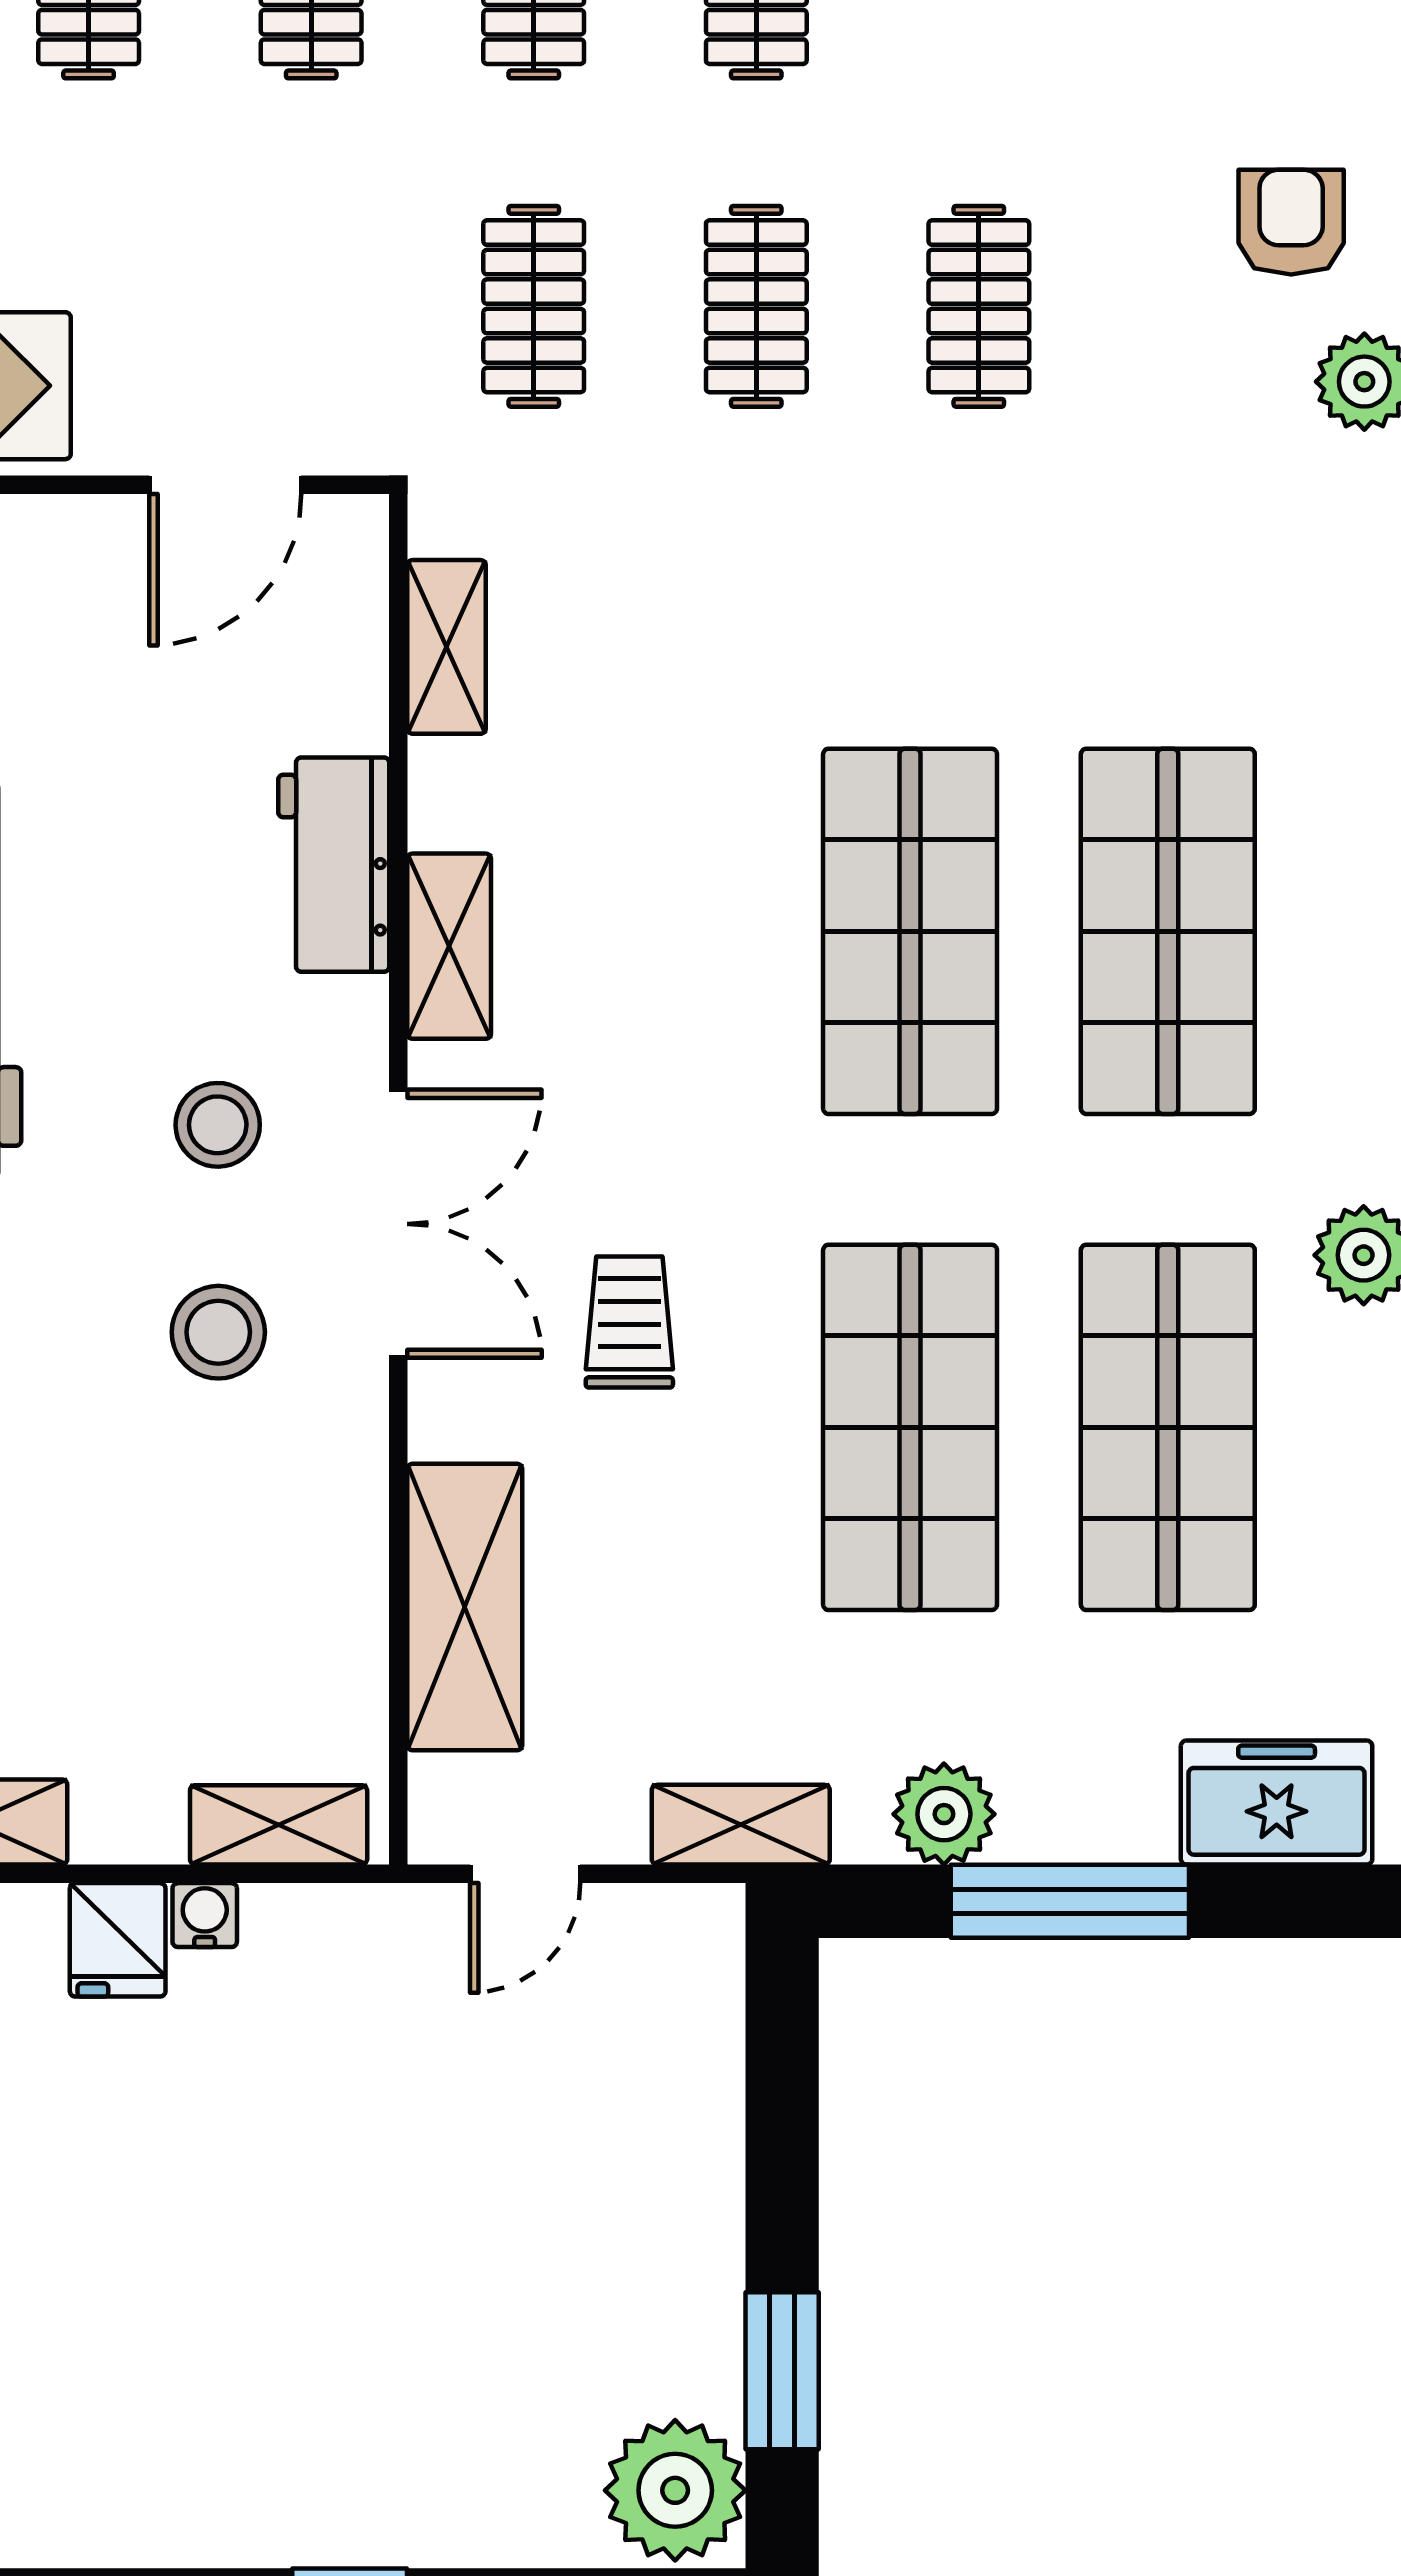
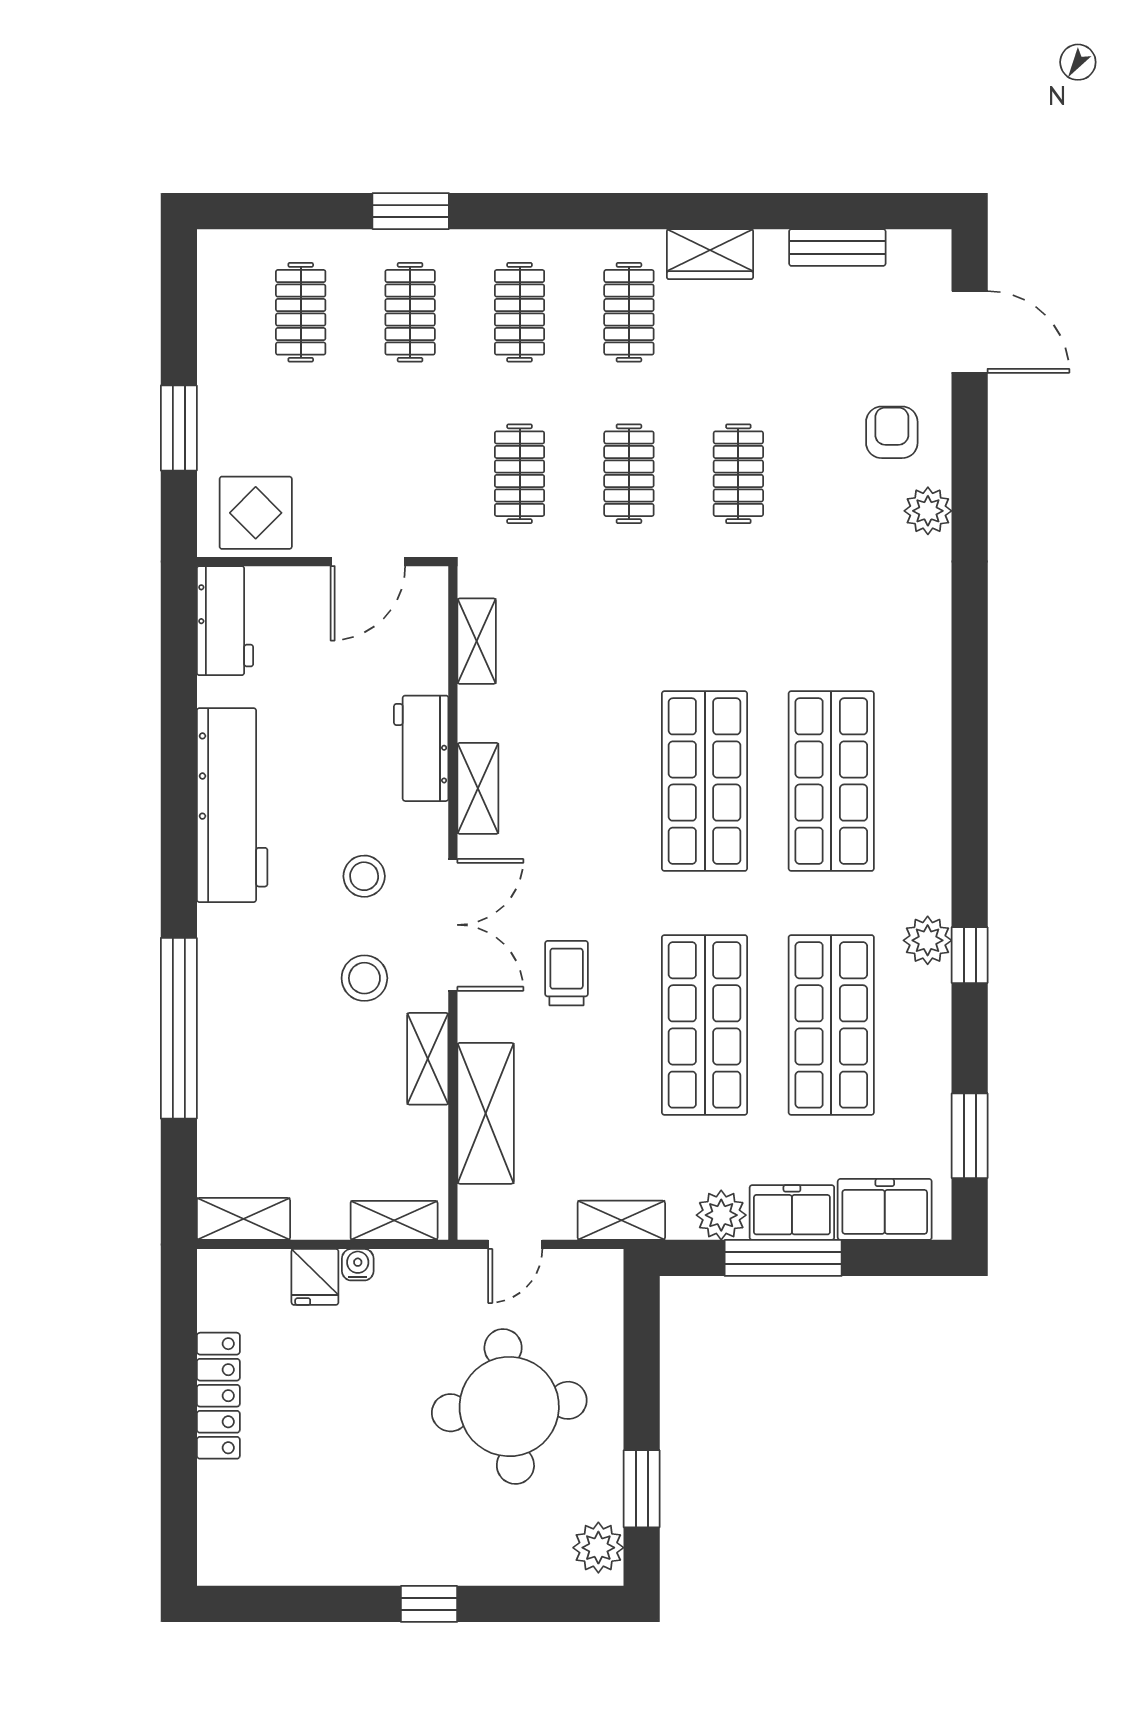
shelving: (347, 1496) -> (428, 1059), added
freezer: (1088, 1809) -> (792, 1213), added
round table: (513, 2203) -> (509, 1407), added
plant: (675, 2490) -> (598, 1548), width x0.73, depth x0.73

